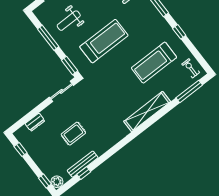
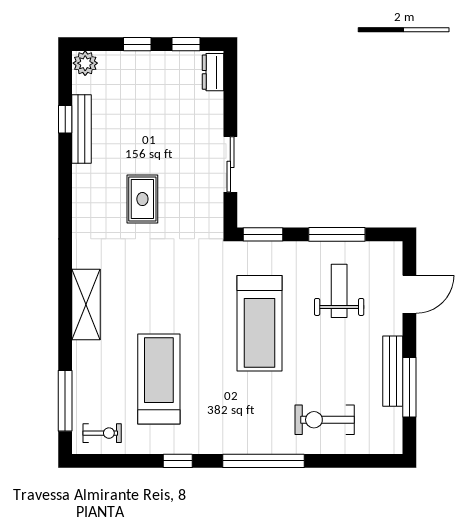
sliding door: (61, 91) -> (230, 164), moved
shelving: (147, 112) -> (86, 304), width x0.68
dresser: (35, 122) -> (213, 72), moved
rug: (73, 134) -> (142, 199), moved
window: (45, 181) -> (137, 44), moved

